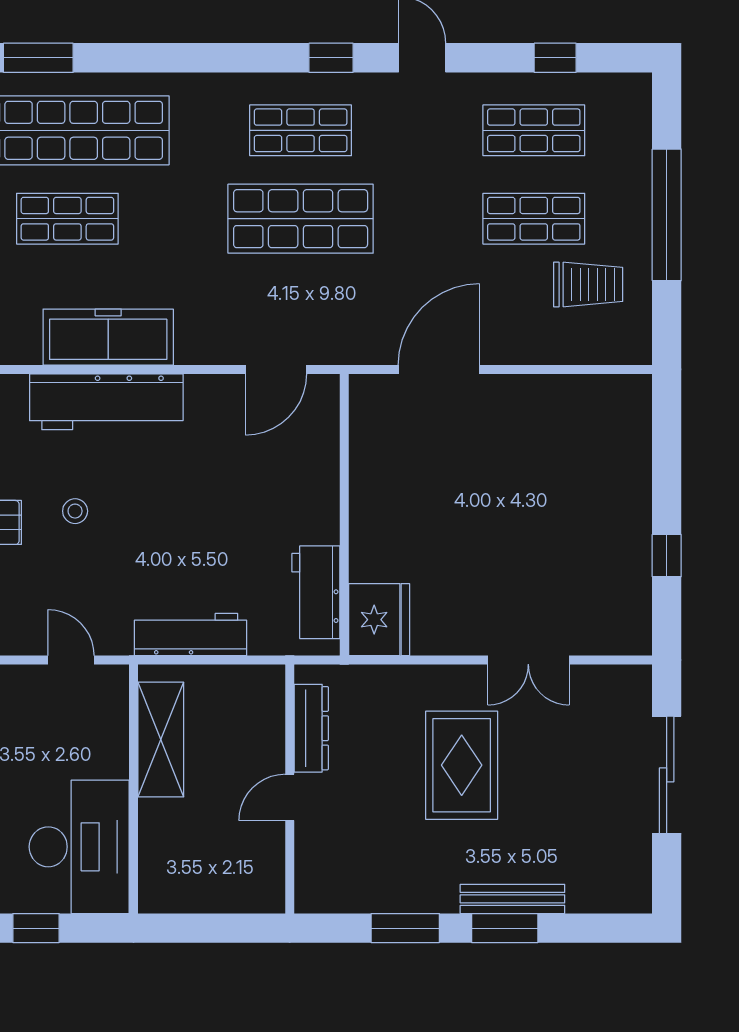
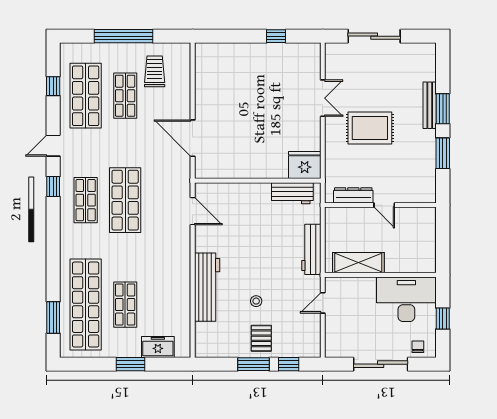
shop shelf: (534, 130) -> (86, 96), width x1.43, depth x1.36
freezer: (108, 337) -> (178, 286), removed

